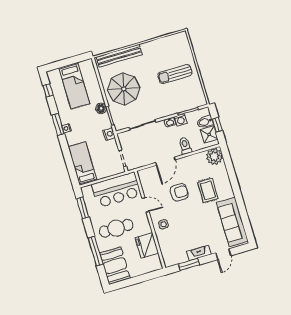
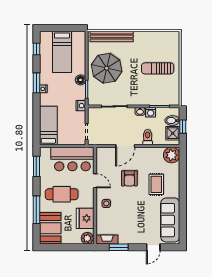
armchair: (179, 192) -> (129, 178), turned 90
fireplace: (199, 253) -> (107, 240), moved
plant: (155, 265) -> (87, 238), added

